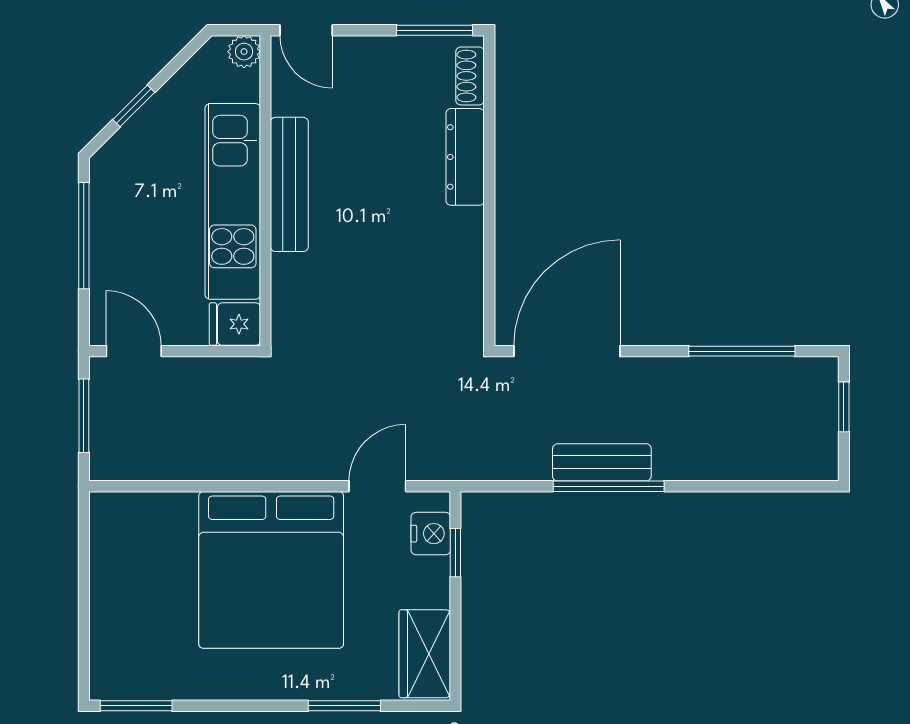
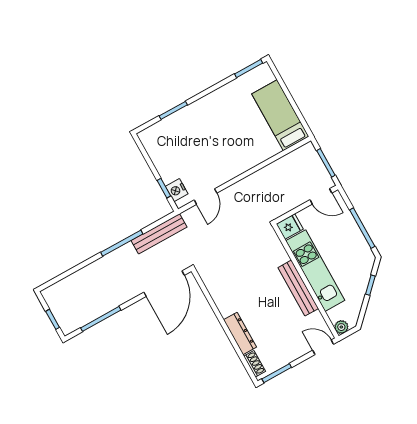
bench: (602, 462) -> (159, 234), moved, width x1.36
bed: (271, 570) -> (280, 115), moved, width x0.49
wardrobe: (425, 654) -> (155, 145), removed

